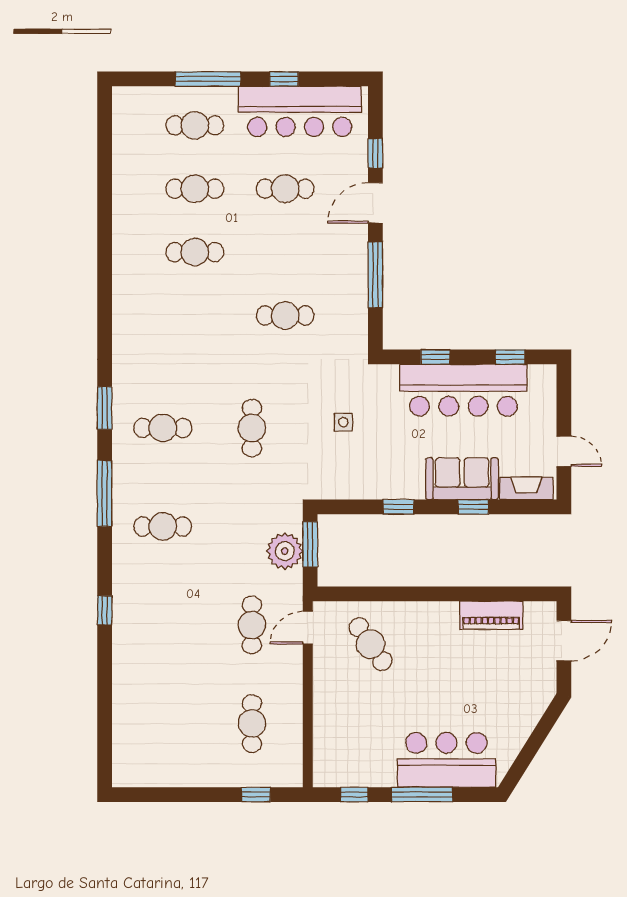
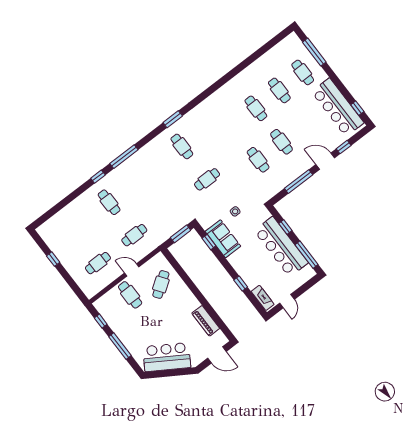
window: (208, 79) -> (314, 52), moved
window: (284, 79) -> (357, 108), moved
cafe table: (285, 189) -> (282, 142), moved
window: (510, 357) -> (307, 255), width x2.17
sofa: (462, 479) -> (223, 239), moved
window: (105, 493) -> (124, 157), moved
window: (398, 507) -> (209, 242), moved
cafe table: (163, 527) -> (109, 202), moved
plant: (285, 551) -> (171, 226), removed
door: (308, 628) -> (132, 270), moved
cafe table: (348, 710) -> (130, 295), added
bar counter: (446, 760) -> (167, 357), moved, turned -58
window: (256, 795) -> (53, 259), moved

